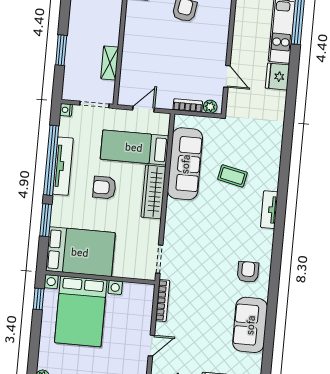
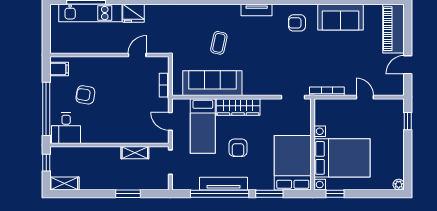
plant: (210, 107) -> (163, 66), removed
nightstand: (66, 110) -> (177, 185), removed
tv unit: (269, 210) -> (257, 10), moved

